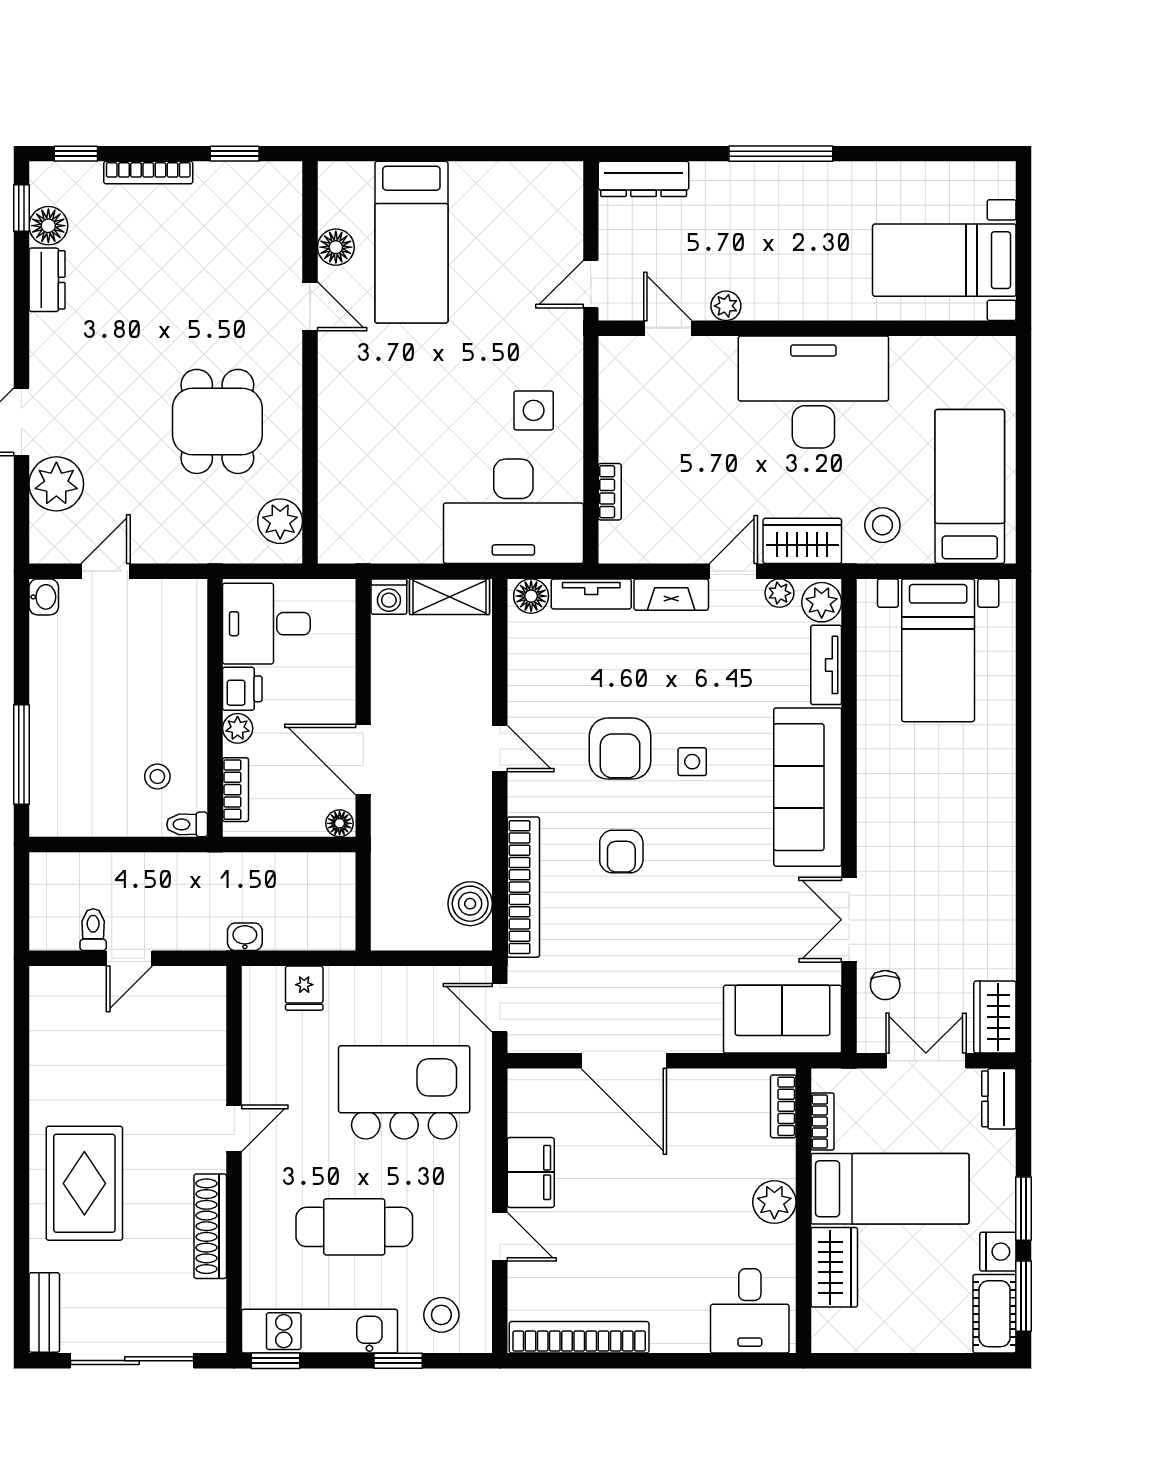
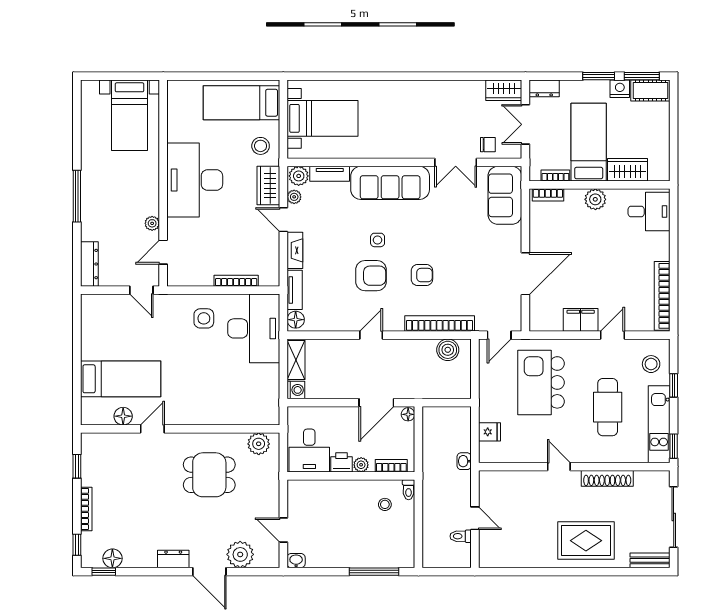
dresser: (47, 280) -> (173, 559), moved
bookcase: (610, 492) -> (236, 281), width x1.56

